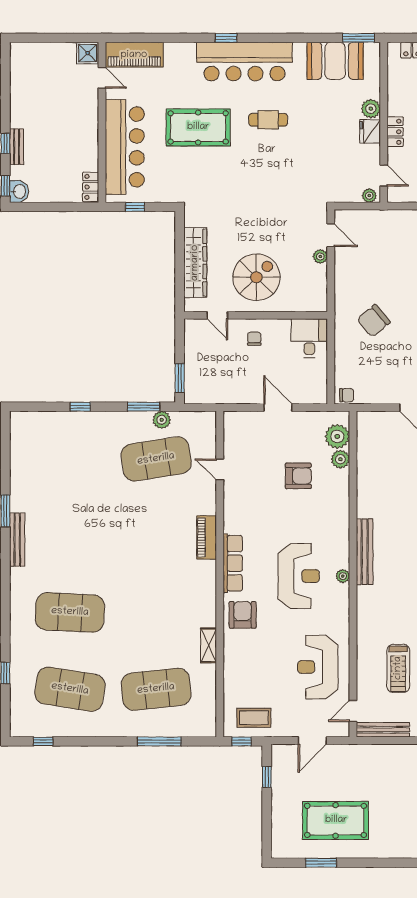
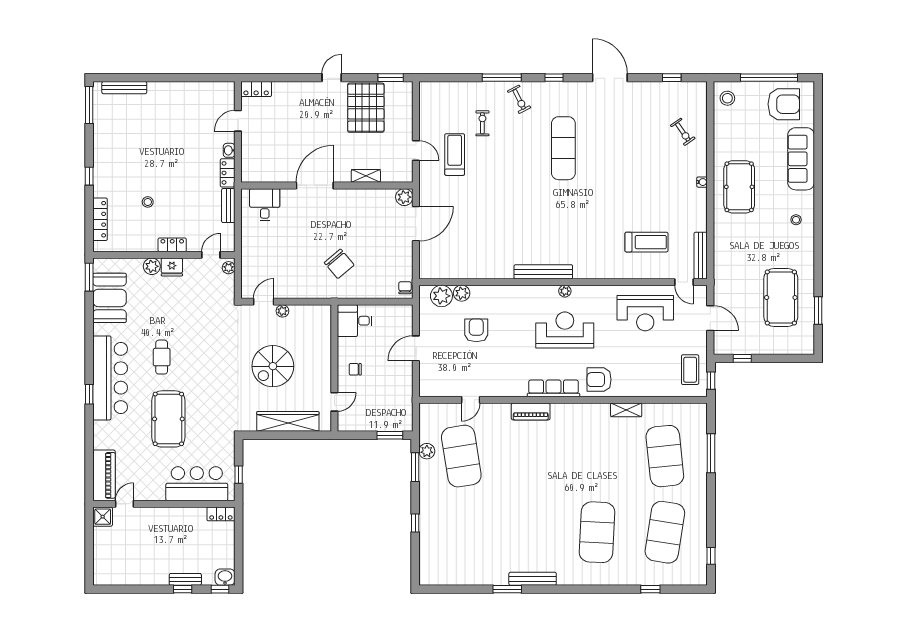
bar counter: (125, 147) -> (197, 484), width x0.73
spiral stairs: (256, 277) -> (273, 366), moved, turned -90

